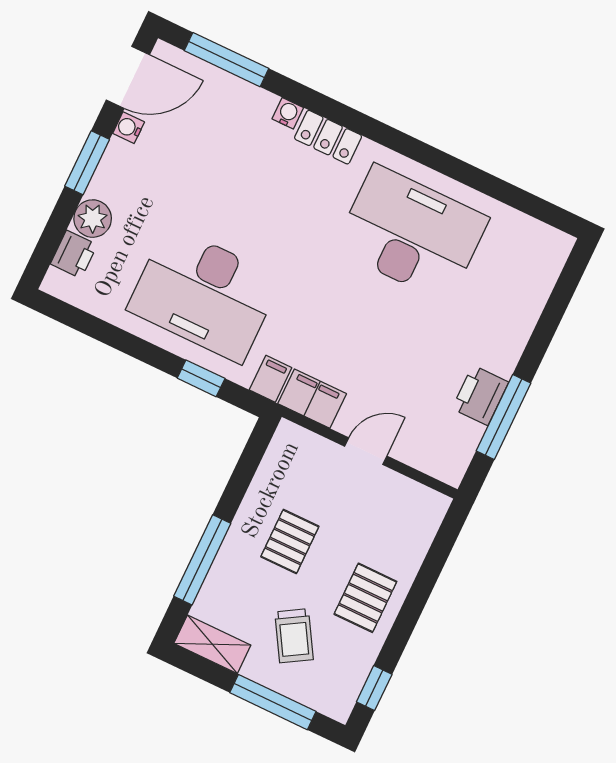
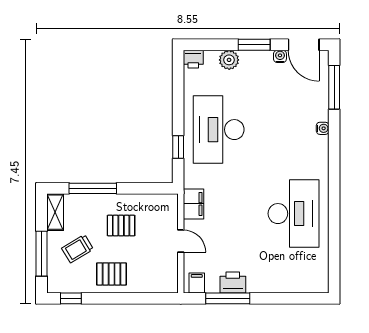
locker: (328, 137) -> (320, 153), removed
printer: (74, 254) -> (193, 59), moved
filing cabinet: (271, 379) -> (197, 283), moved, turned -90

